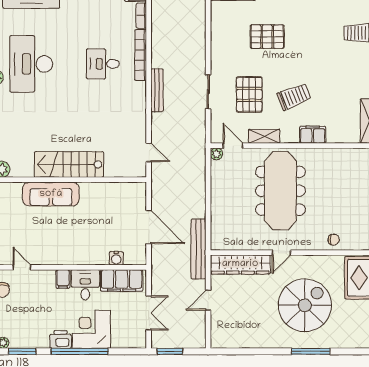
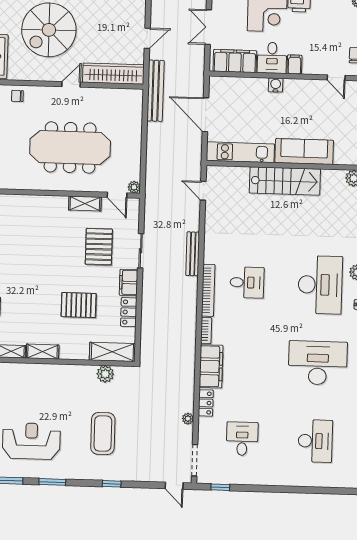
locker: (218, 31) -> (129, 312), added
trolley: (294, 97) -> (53, 243), removed
filing cabinet: (313, 135) -> (129, 282), moved, turned 90
kitchen unit: (113, 191) -> (240, 152), added
meeting table: (280, 191) -> (70, 147), turned 90
water cooler: (116, 258) -> (276, 85), moved

